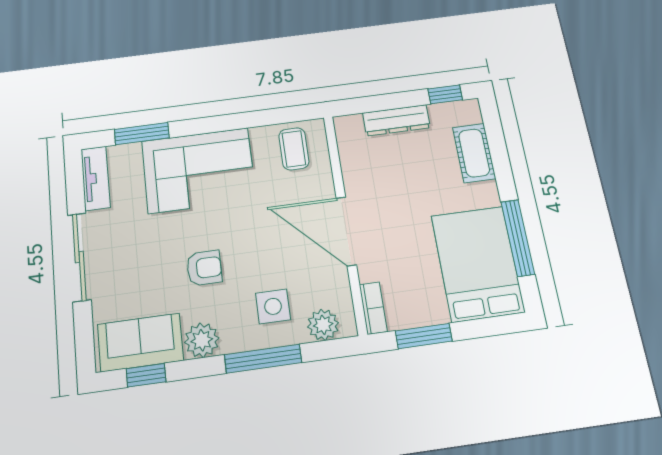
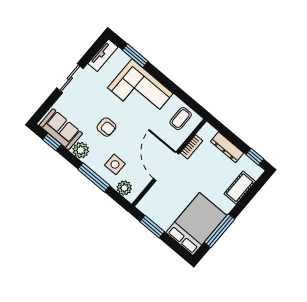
sliding door: (79, 257) -> (70, 78), width x0.73
bookcase: (373, 308) -> (192, 147), moved

